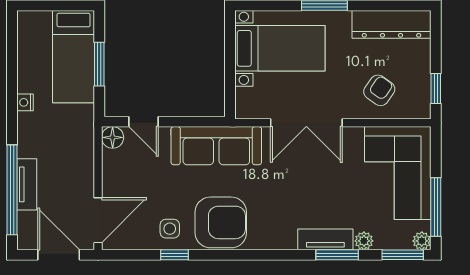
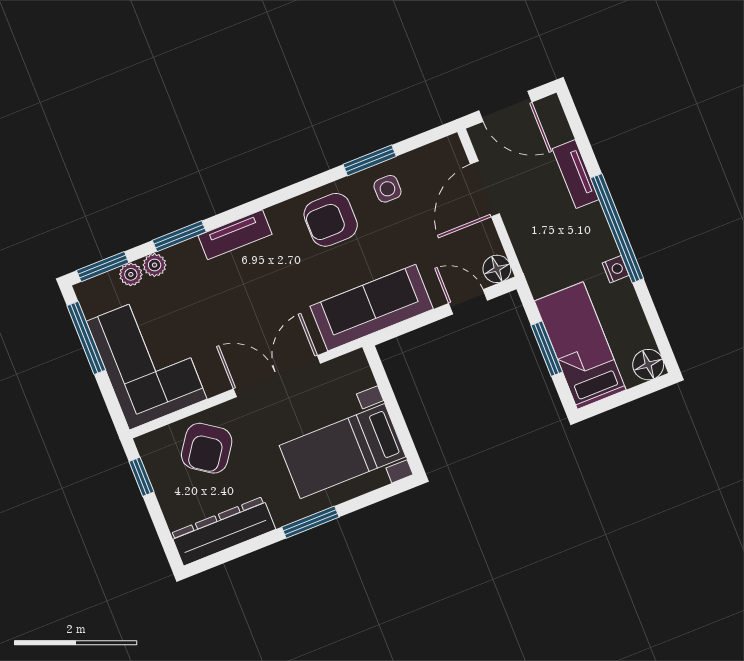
floor lamp: (29, 22) -> (648, 365), added
armchair: (379, 90) -> (207, 448), width x1.38, depth x1.38
window: (12, 190) -> (617, 228), moved
door: (98, 220) -> (485, 189), moved
armchair: (221, 222) -> (331, 220), width x0.73, depth x0.73
tv unit: (325, 239) -> (235, 235), moved
plant: (422, 241) -> (131, 274), moved
window: (175, 255) -> (370, 160), width x1.50

